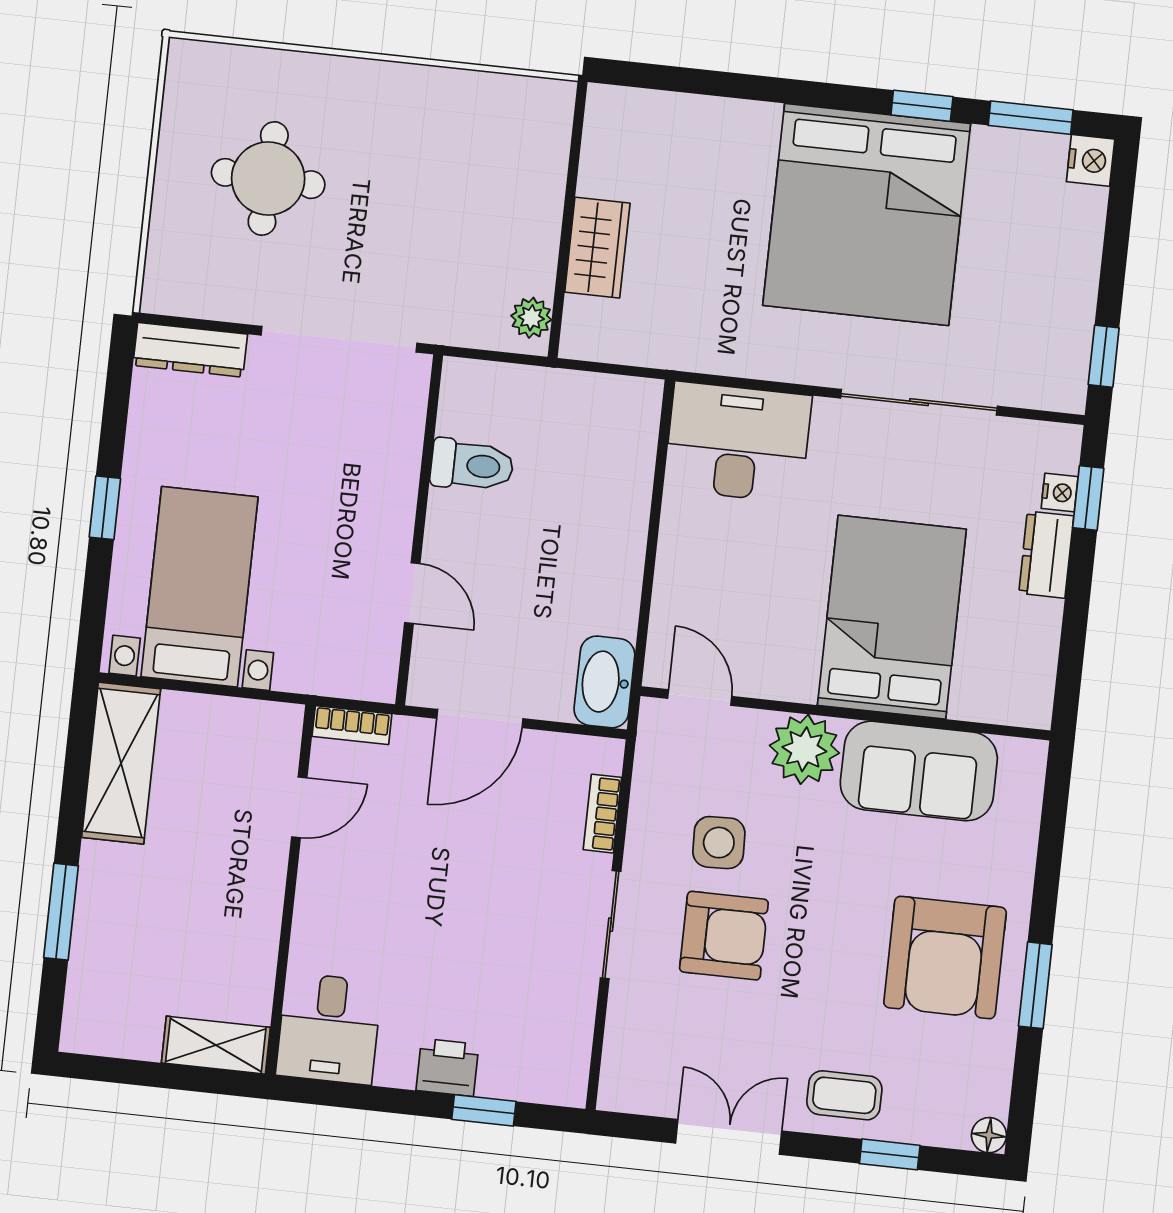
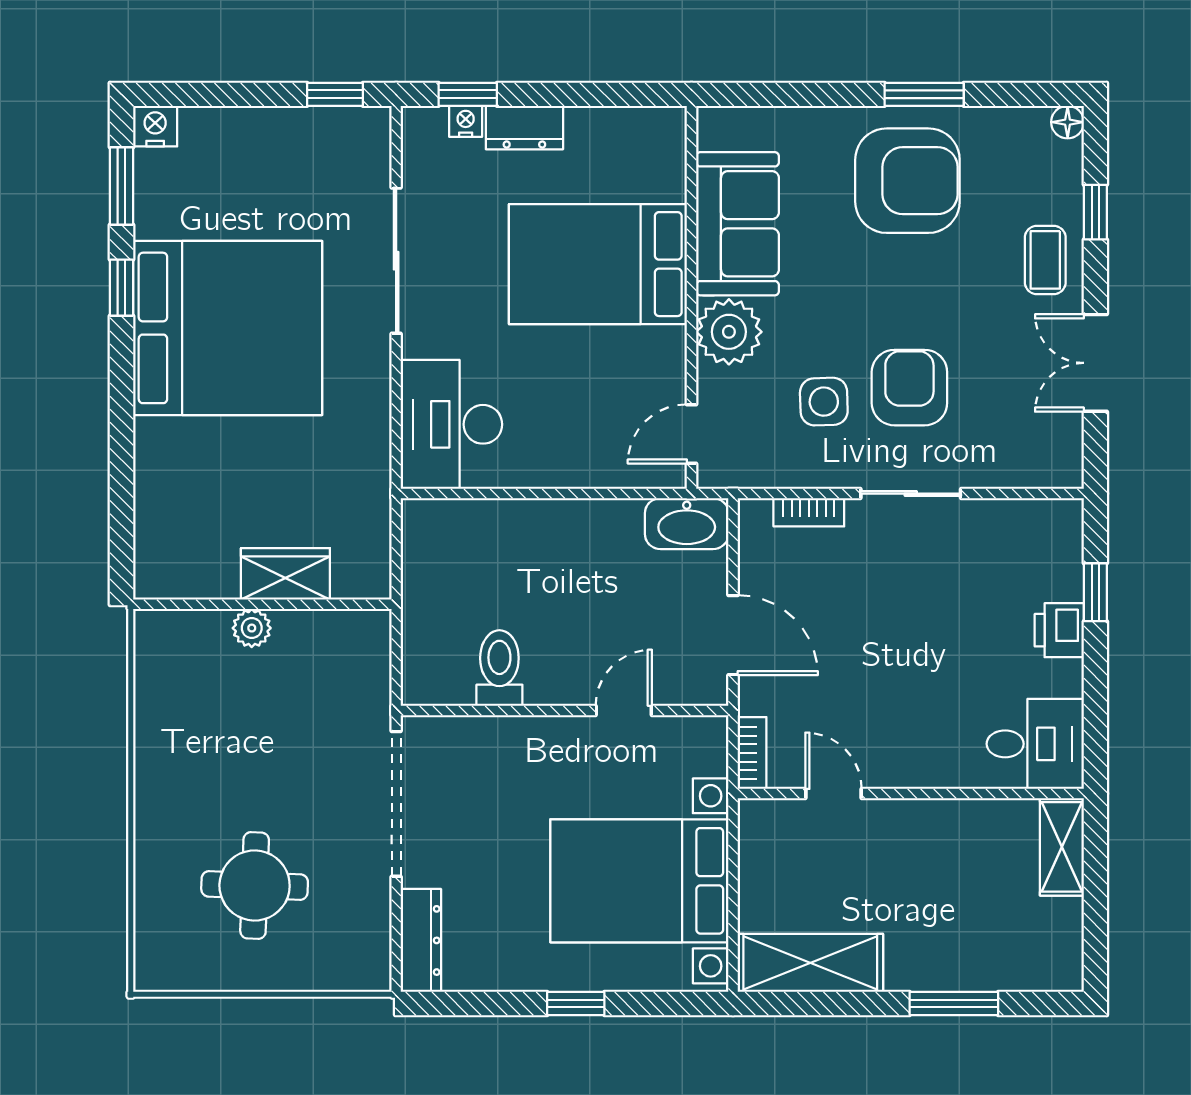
plant: (531, 318) -> (252, 628), moved
bed with nightstands: (200, 587) -> (639, 881), width x1.36

